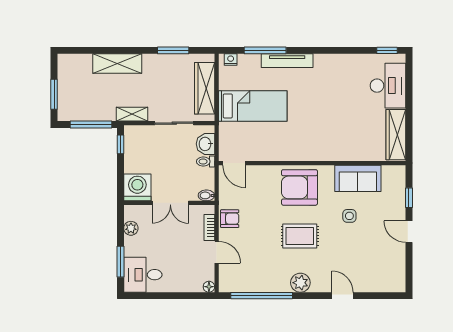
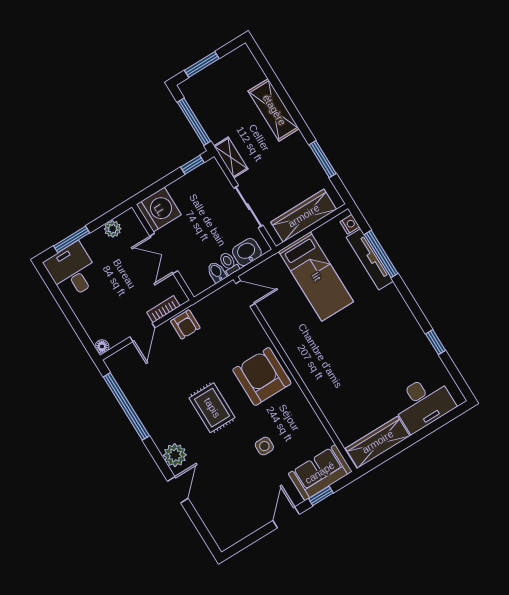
window: (387, 50) -> (436, 342), moved
tv unit: (287, 61) -> (370, 259), moved
door: (234, 163) -> (245, 294), swing flipped
sofa: (358, 178) -> (320, 473), moved, turned 90
bidet: (206, 195) -> (217, 272), moved
plant: (300, 283) -> (175, 455), moved

